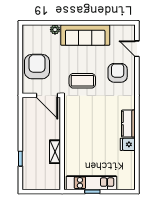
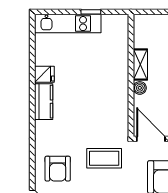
boiler: (55, 134) -> (140, 88), added
kitchen unit: (92, 183) -> (68, 24), moved

